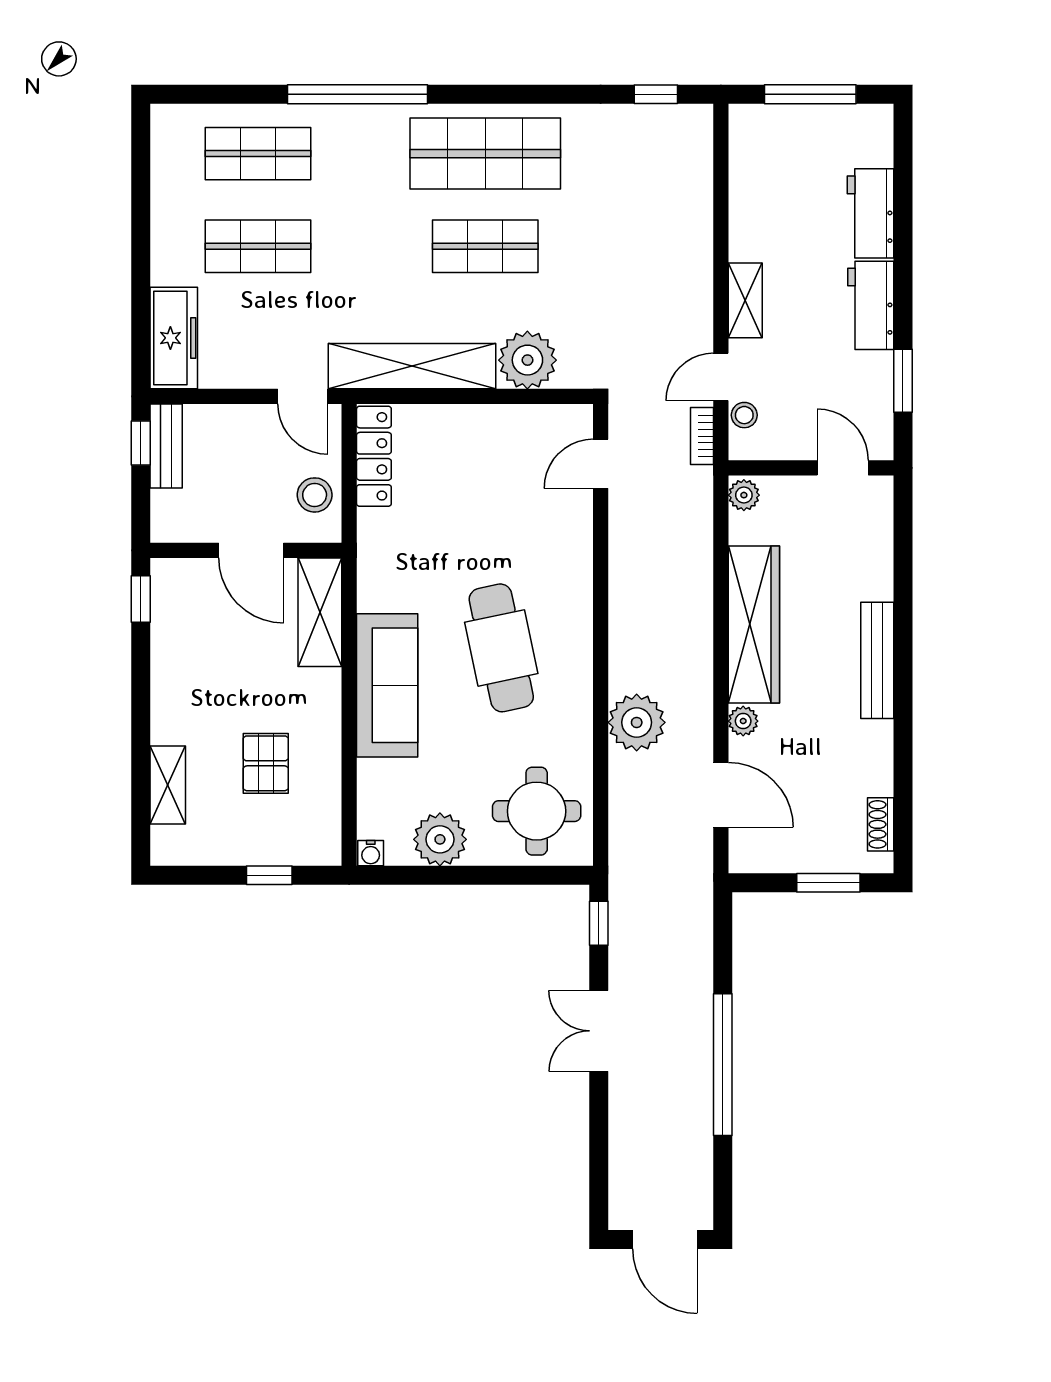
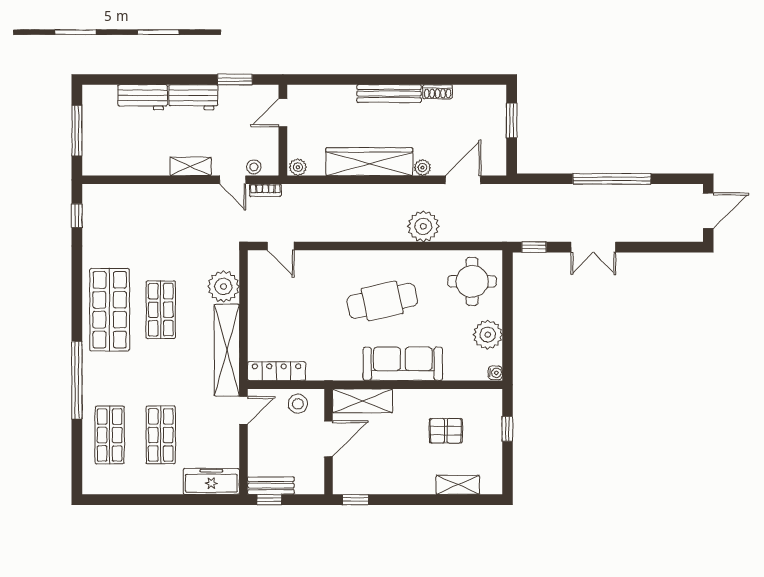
shoe rack: (881, 824) -> (438, 92), moved

